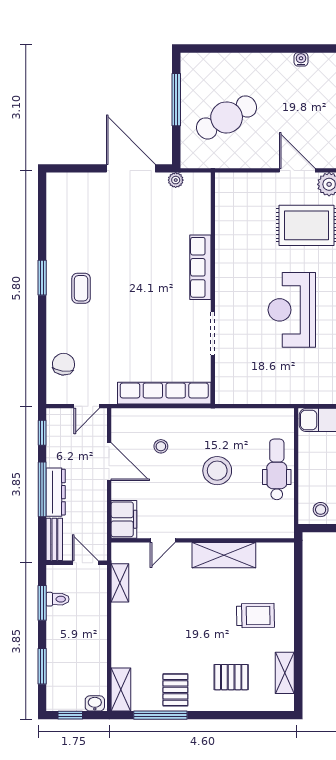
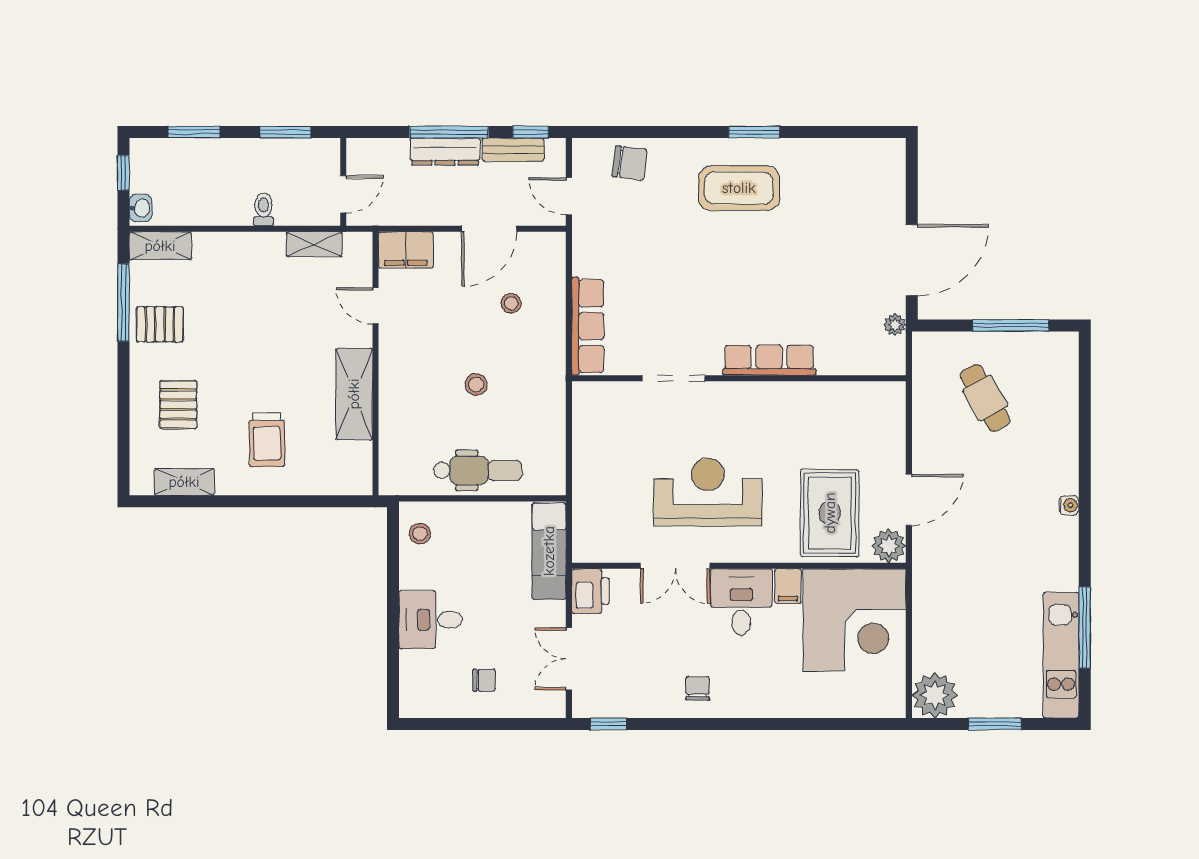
cafe table: (227, 117) -> (985, 398), width x0.73, depth x0.74
coffee table: (81, 288) -> (739, 188), width x1.86, depth x1.72
row of seats: (164, 393) -> (588, 326), width x0.73
stool: (217, 471) -> (476, 384), width x0.53, depth x0.53
bench: (54, 539) -> (513, 150), moved
toilet: (58, 599) -> (263, 209), moved, turned 180

